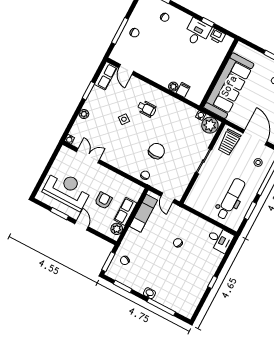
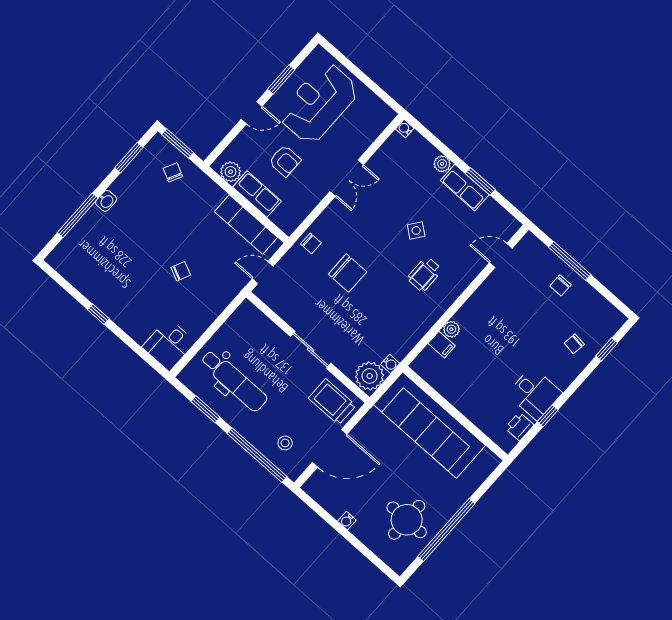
row of seats: (106, 76) -> (465, 188), moved
double door: (88, 156) -> (347, 178), moved
reception desk: (67, 190) -> (319, 103), turned 180

